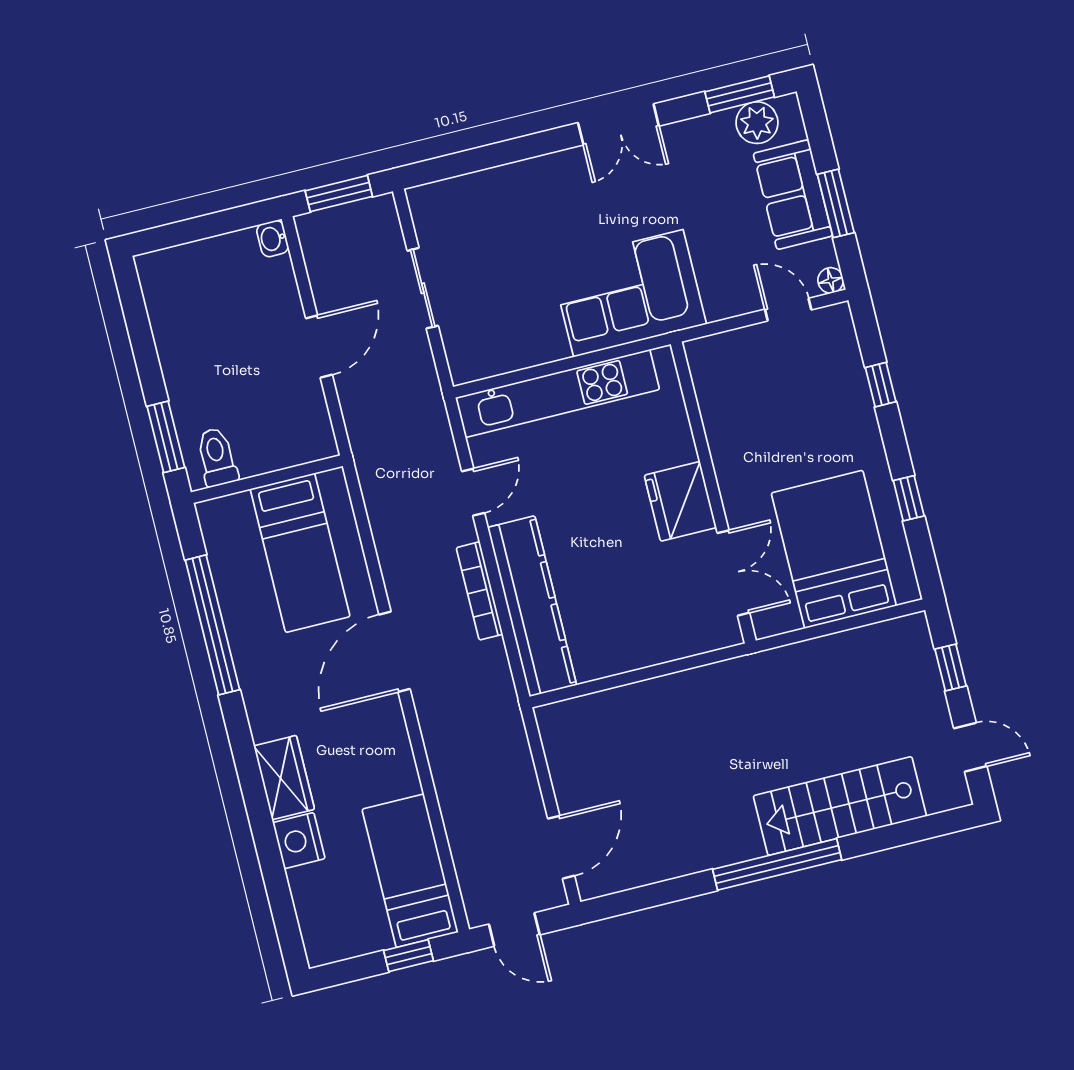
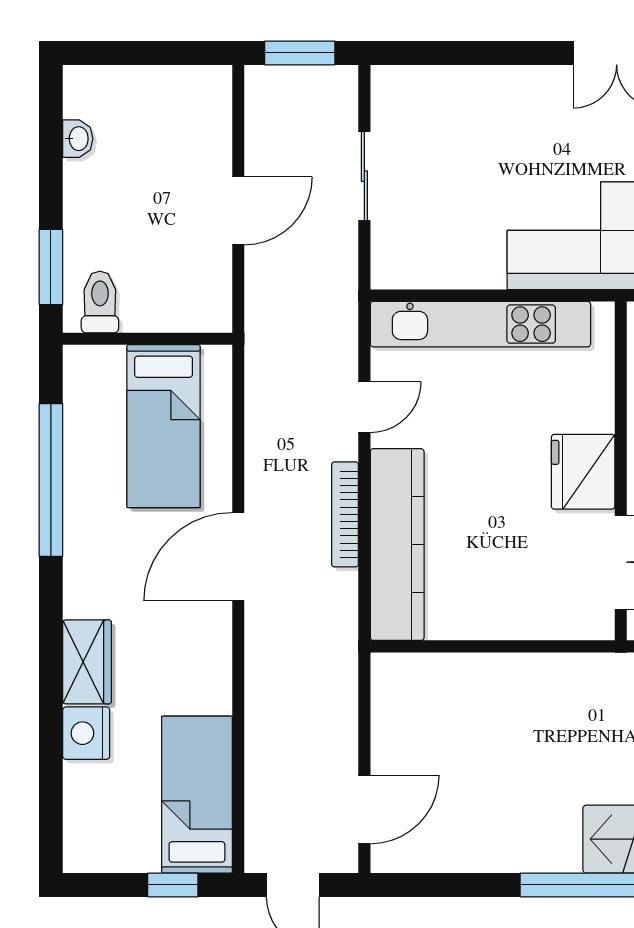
washbasin: (273, 239) -> (78, 139), moved, turned 180

